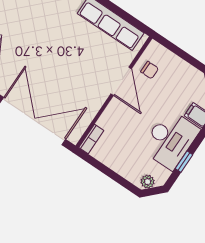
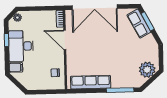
door: (121, 81) -> (65, 40), moved

